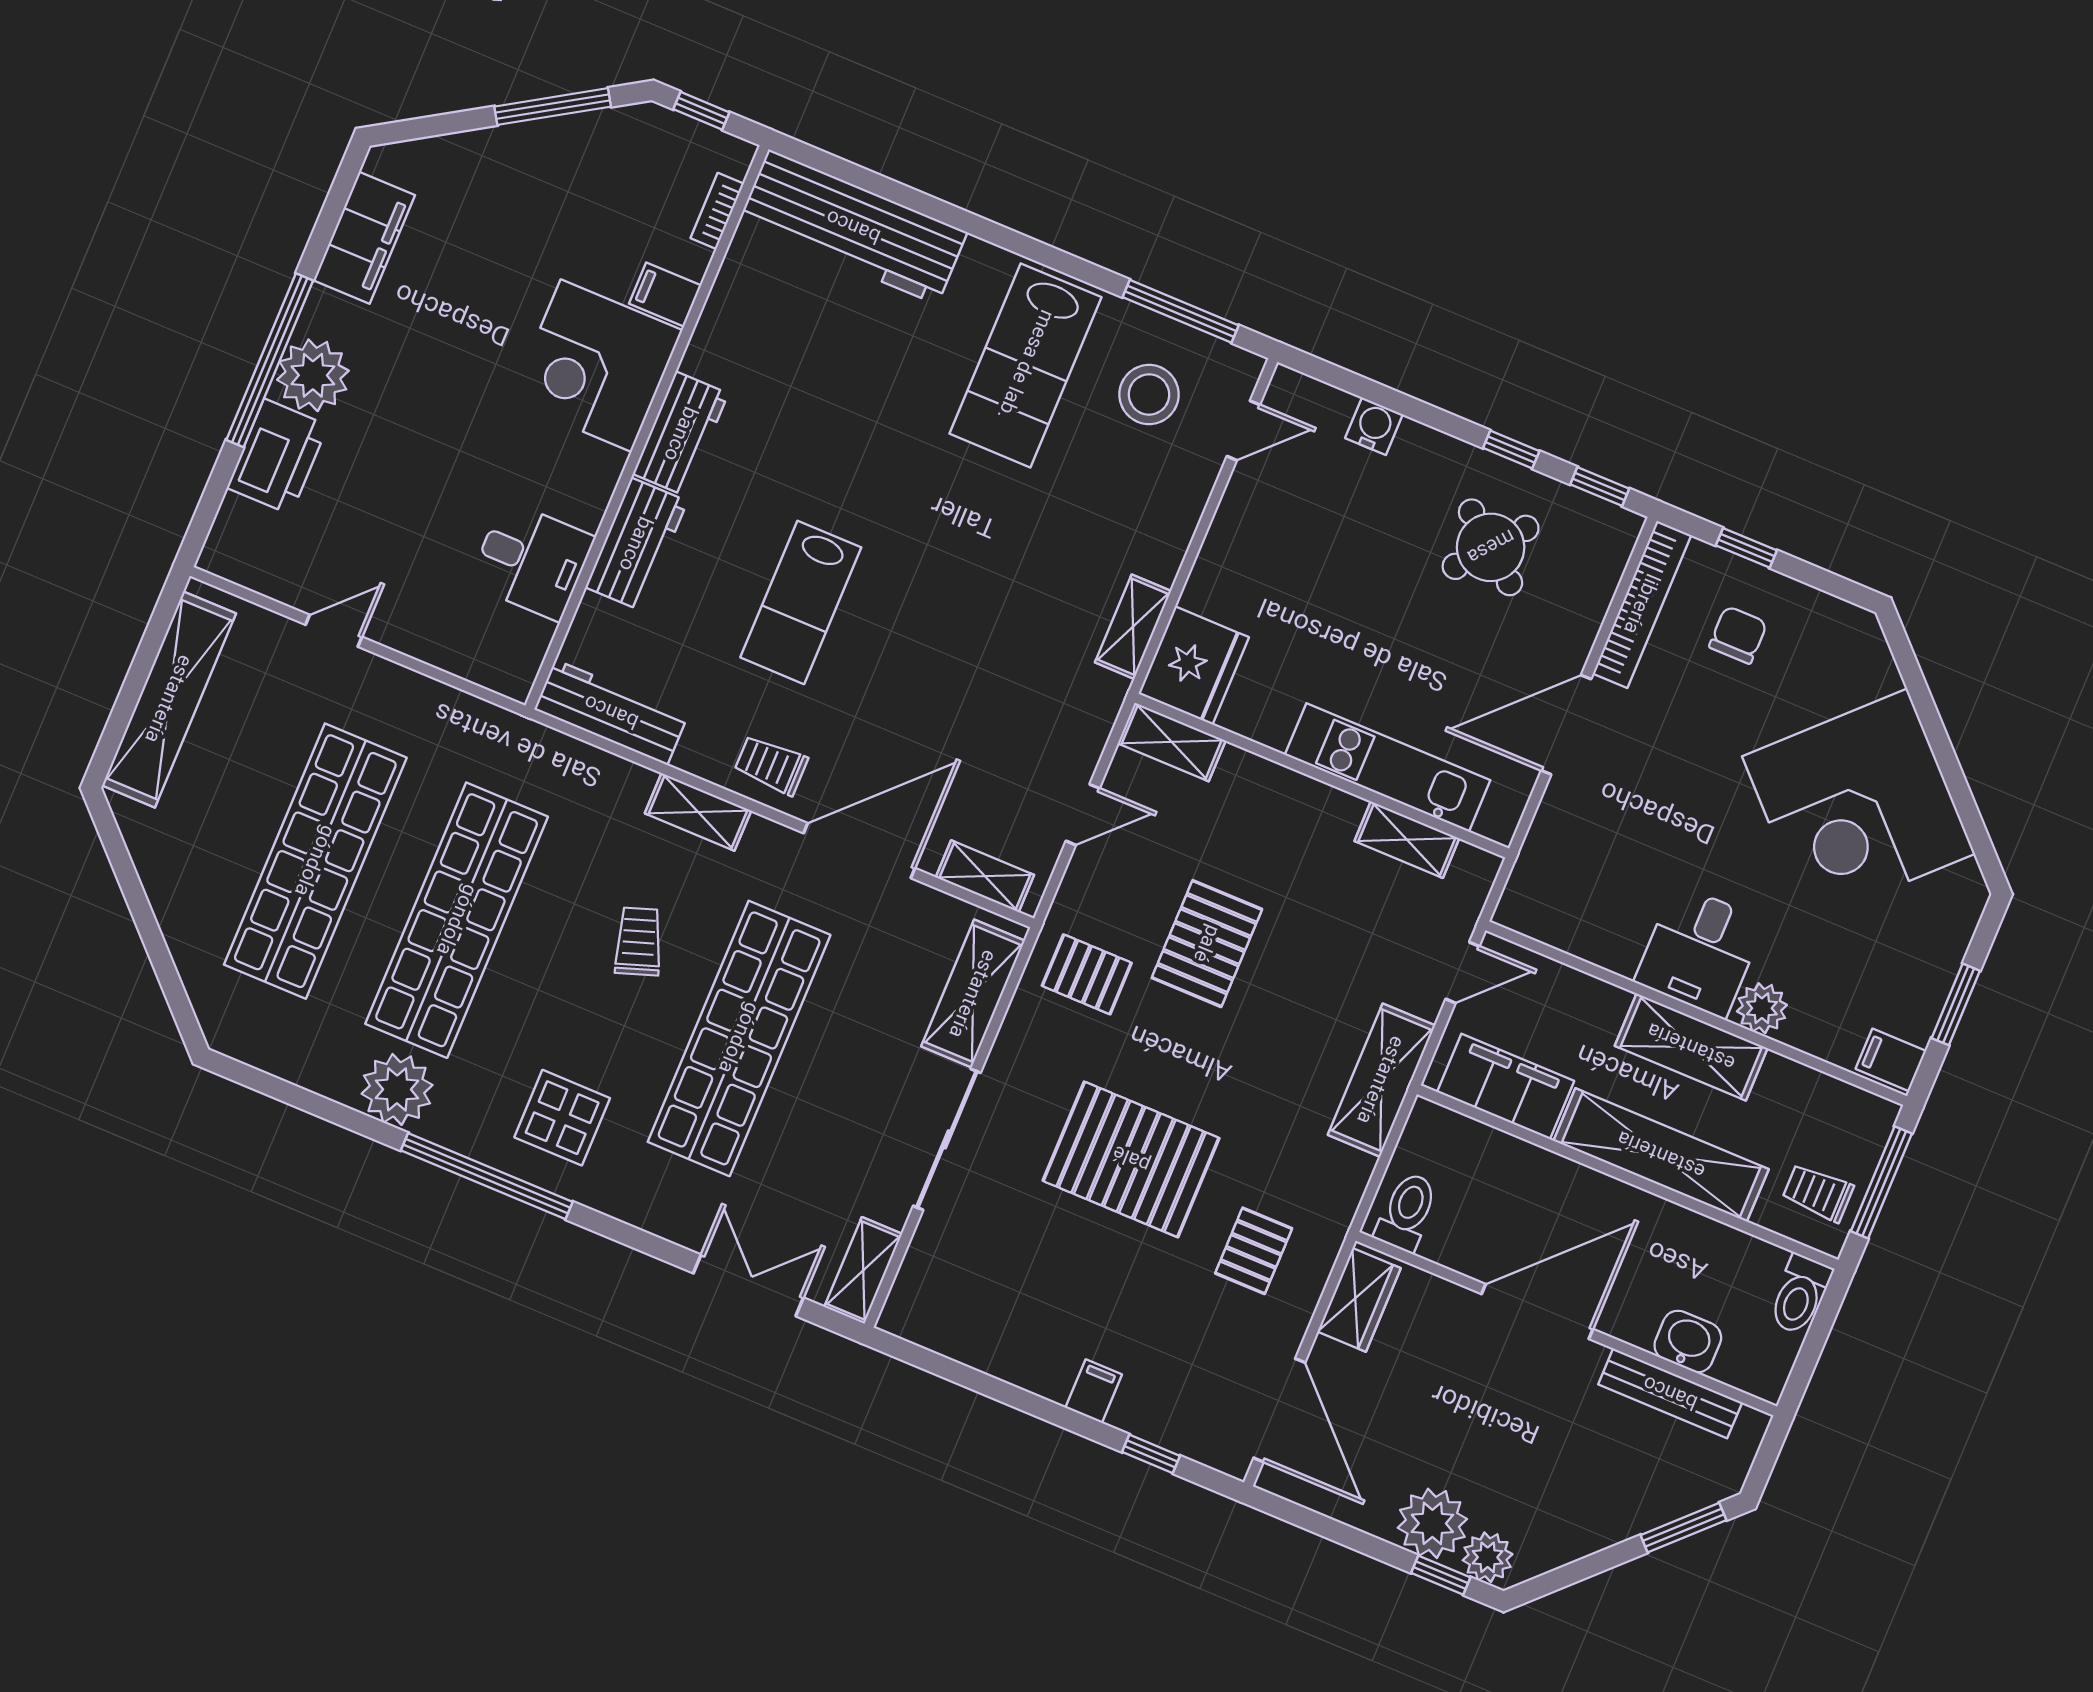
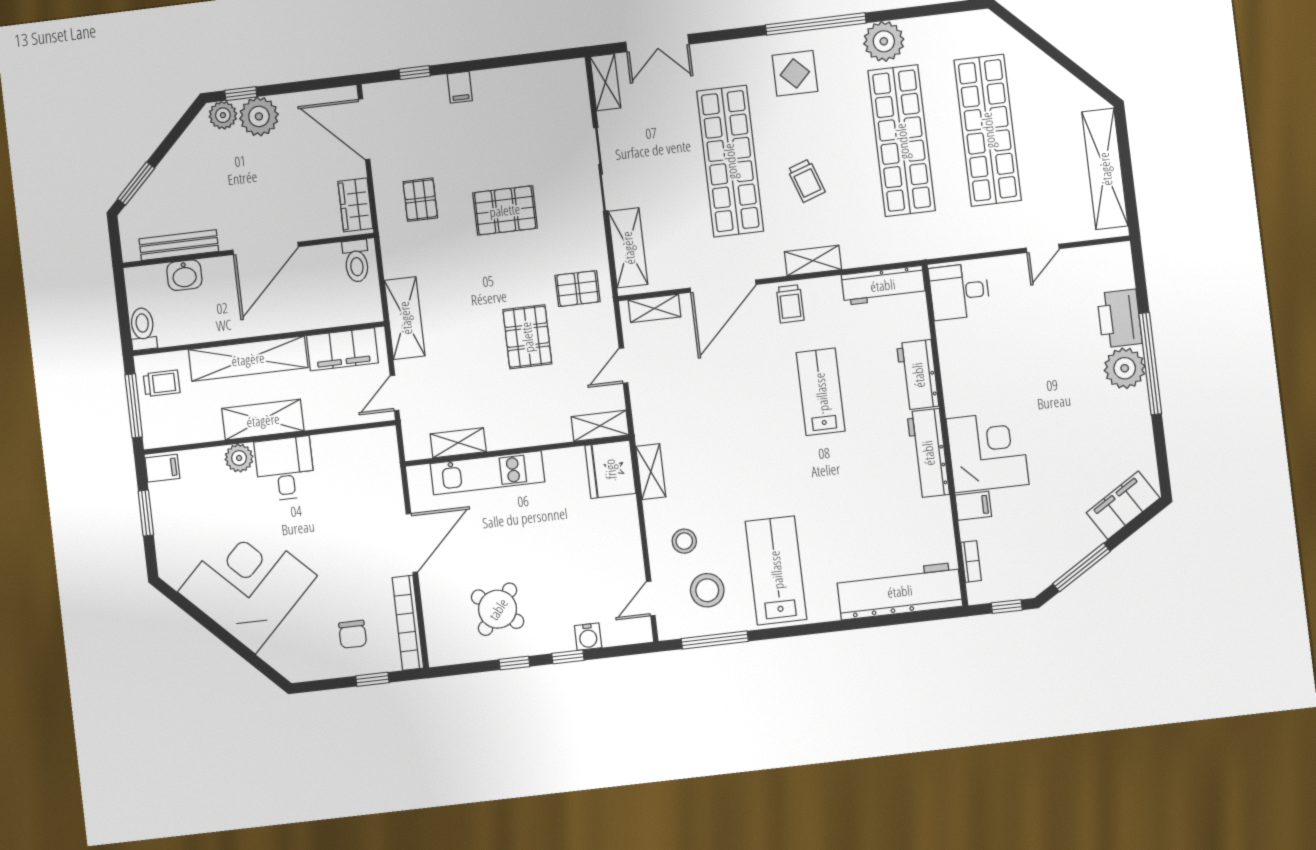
filing cabinet: (364, 238) -> (1123, 505), moved, turned 58
workbench: (681, 434) -> (928, 453), width x1.38
window: (1600, 487) -> (568, 657), moved
stool: (1142, 490) -> (684, 541), added
desk: (532, 560) -> (959, 291), moved
trolley: (771, 765) -> (790, 304), turned 90
pallet: (1131, 1159) -> (505, 210), width x0.73, depth x0.71

